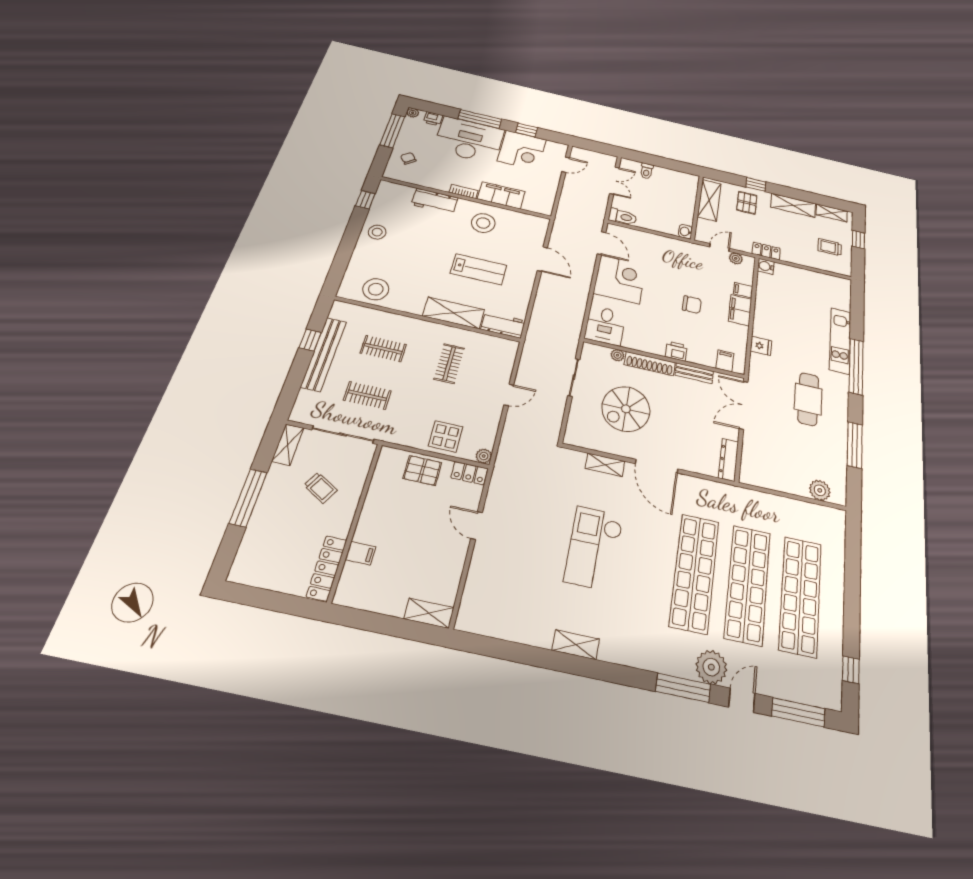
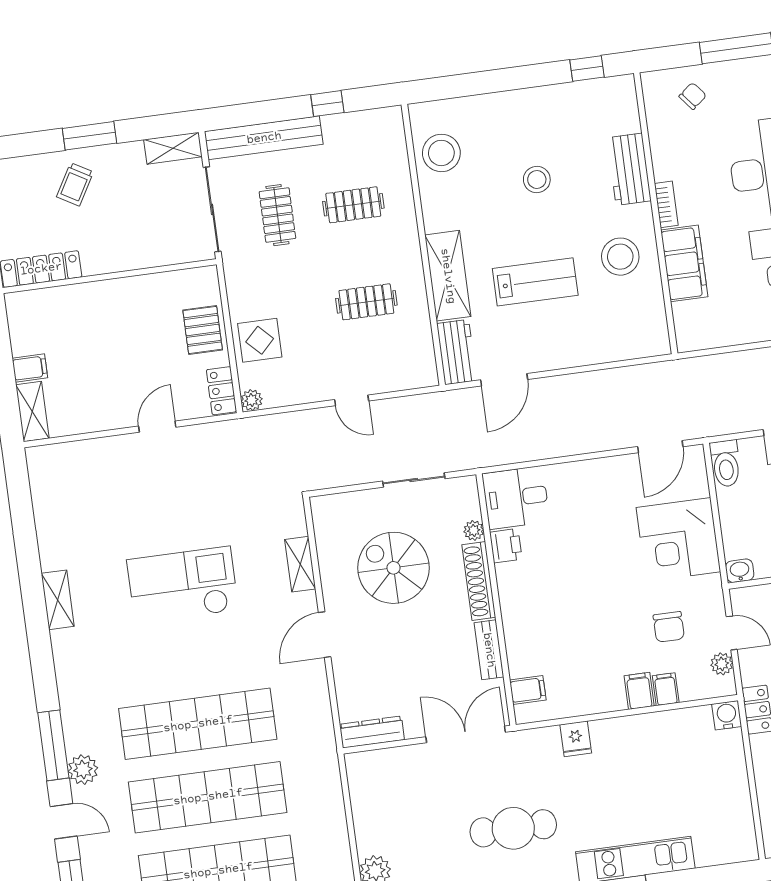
stool: (377, 232) -> (537, 180), moved
door: (542, 259) -> (504, 380), moved
lab bench: (479, 269) -> (535, 282), turned -90
corner desk: (620, 279) -> (678, 540), moved, turned 90
chair: (692, 305) -> (669, 627), moved
filing cabinet: (740, 310) -> (639, 691), width x0.50
clothes rail: (383, 349) -> (353, 205), turned 90
printer: (676, 351) -> (506, 546), moved
bench: (324, 354) -> (264, 138), moved
door: (657, 466) -> (325, 635), width x0.73
trolley: (321, 488) -> (75, 184), moved
window: (248, 498) -> (89, 136), width x0.69
filing cabinet: (361, 553) -> (30, 368), moved, turned -90
plant: (711, 667) -> (83, 770), width x0.73, depth x0.73

